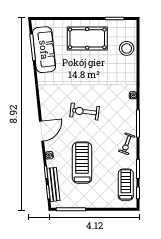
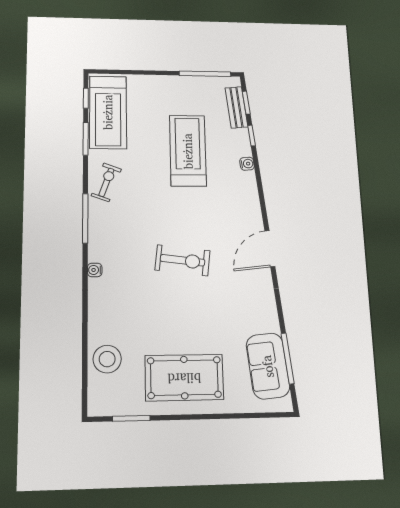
sofa: (44, 50) -> (268, 366), width x0.73
exercise bike: (85, 112) -> (183, 260), moved
door: (42, 131) -> (270, 249), moved
treadmill: (82, 163) -> (188, 151), turned 180
bench: (53, 184) -> (236, 107), width x0.73
treadmill: (126, 185) -> (108, 112), width x1.37, depth x1.38

